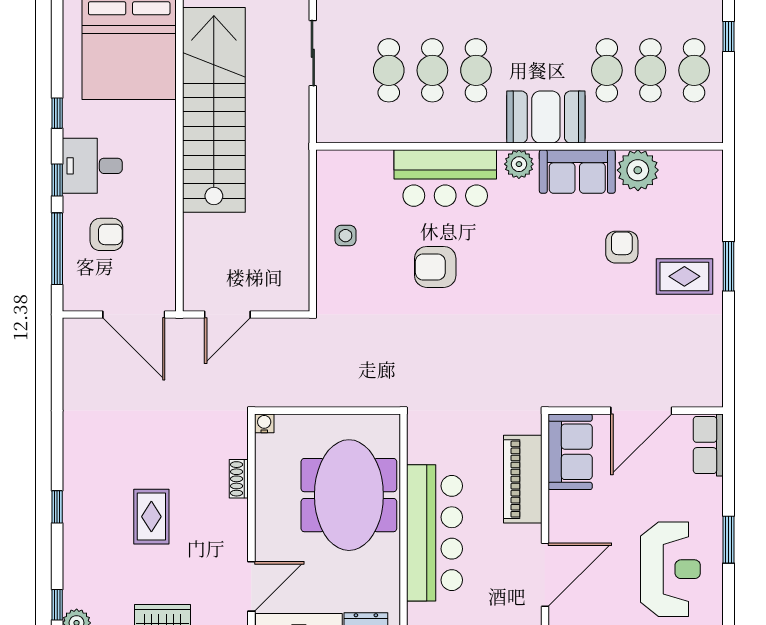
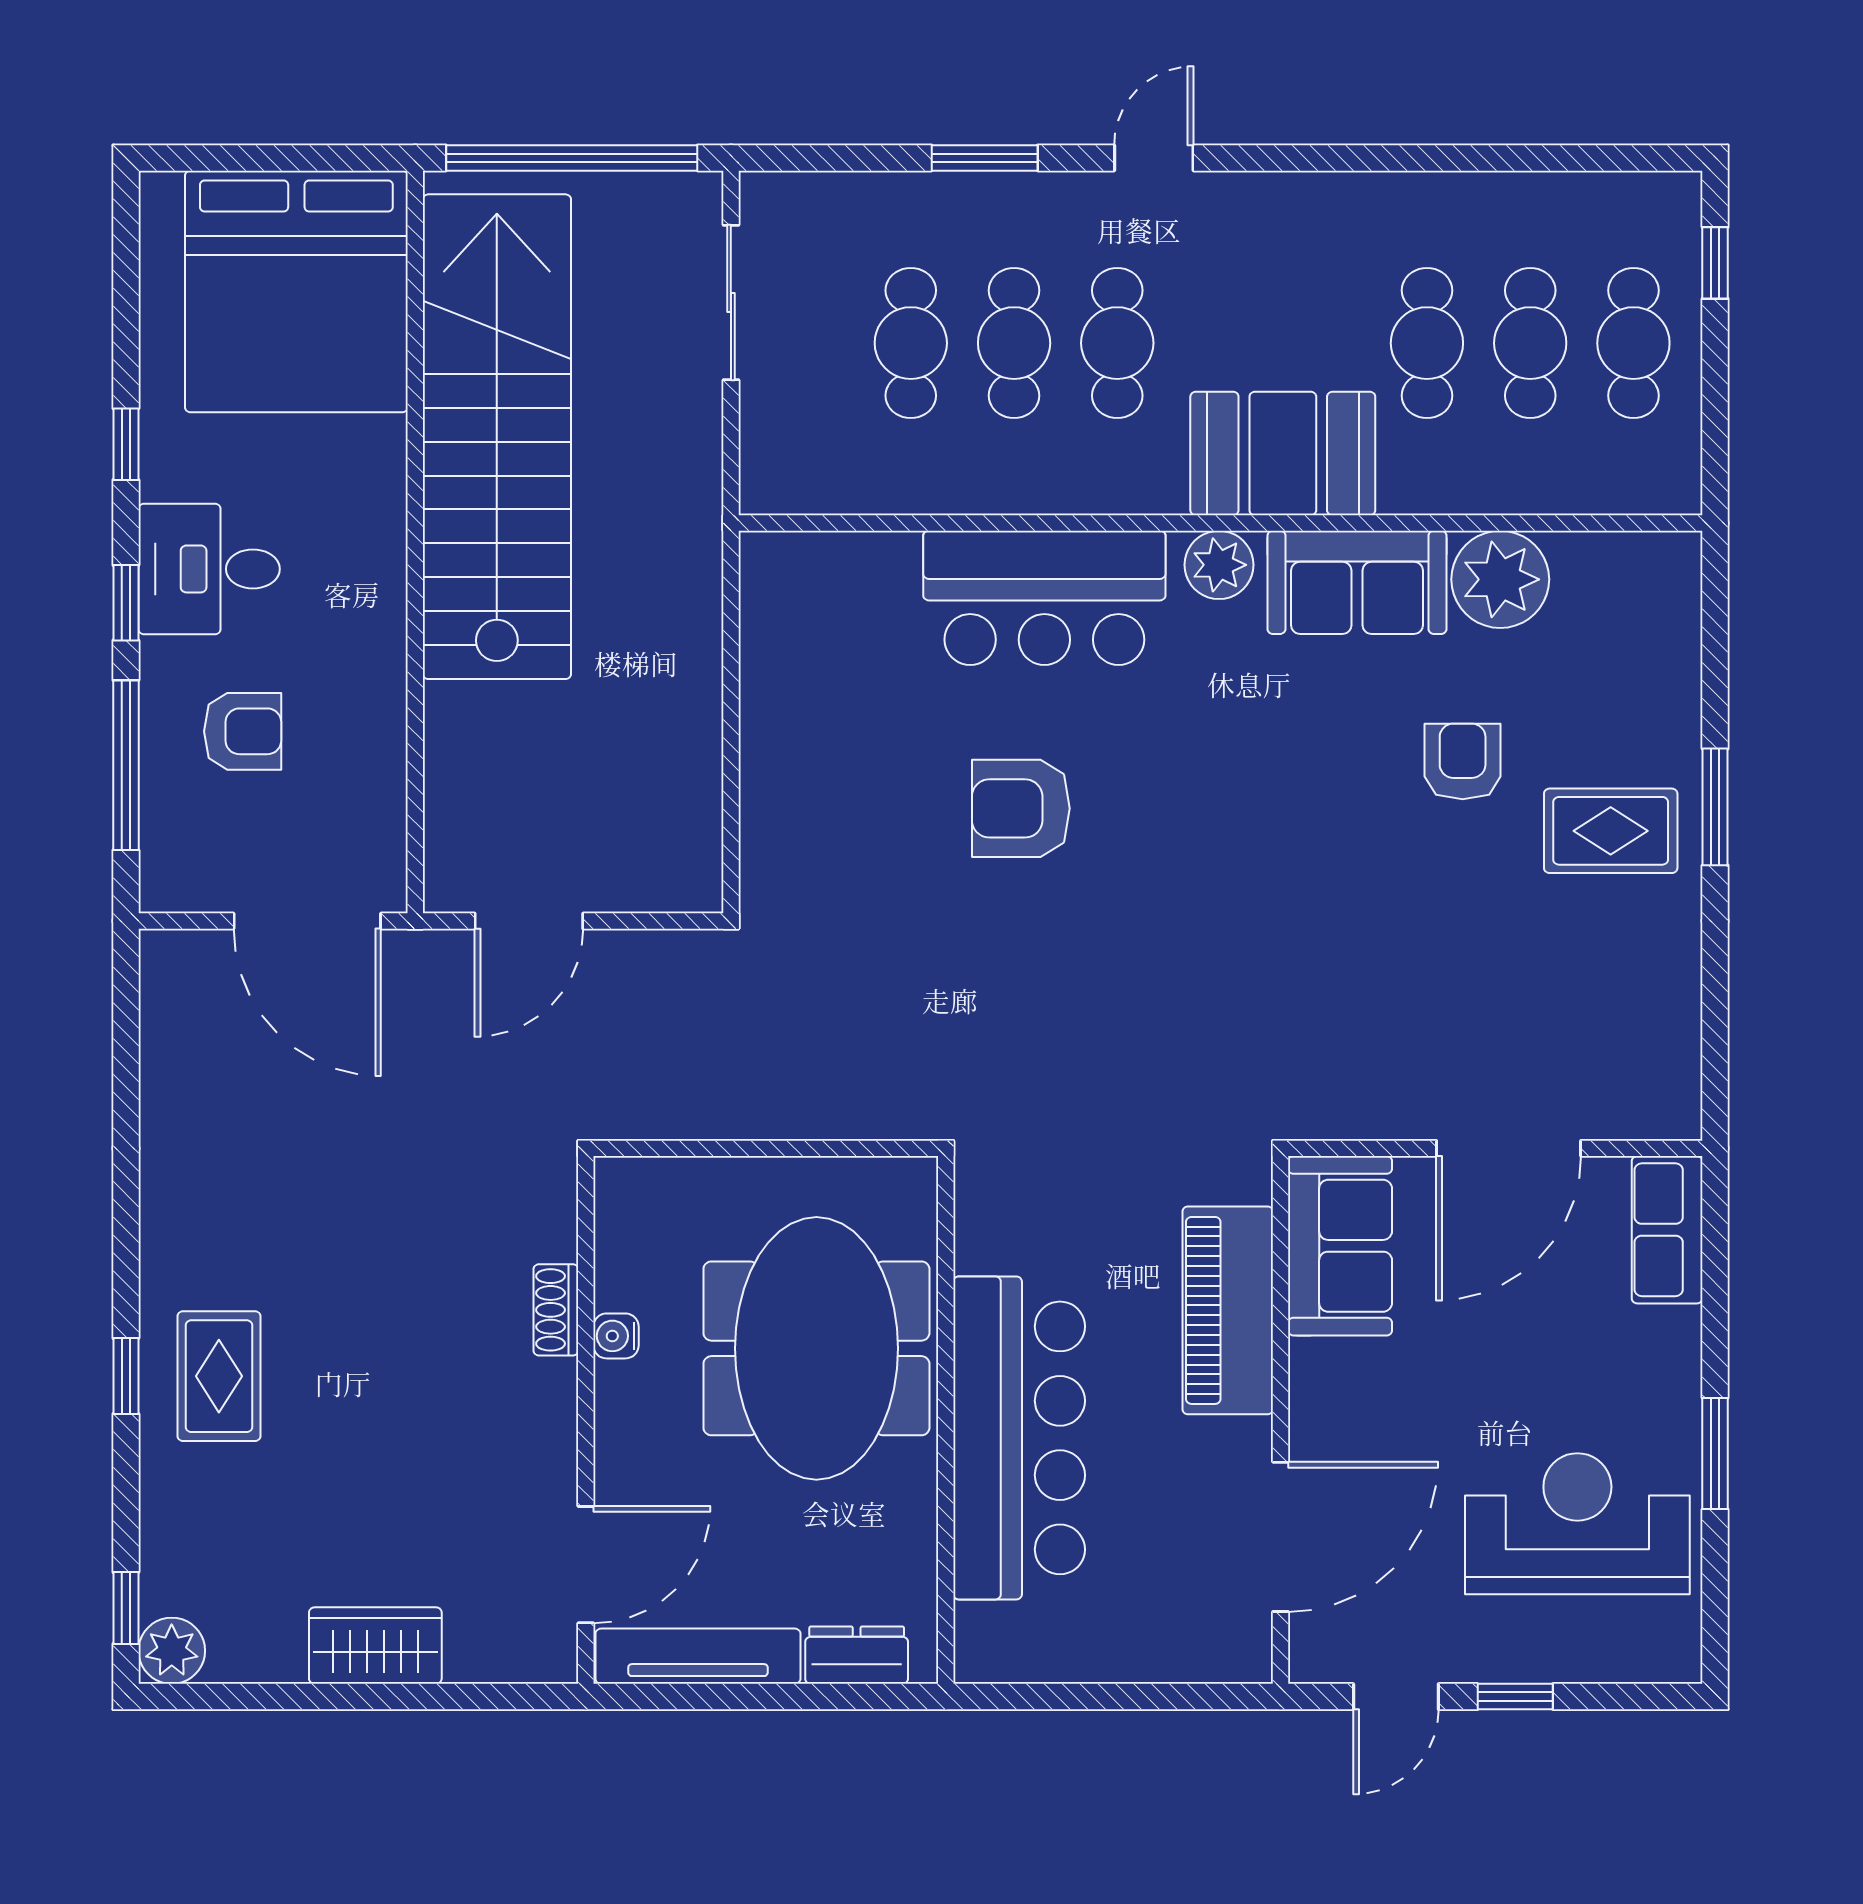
side table: (345, 236) -> (808, 734), removed
water cooler: (264, 423) -> (616, 1336), moved, turned -90
rug: (151, 517) -> (219, 1376), moved
reception desk: (670, 569) -> (1577, 1524), turned -90

